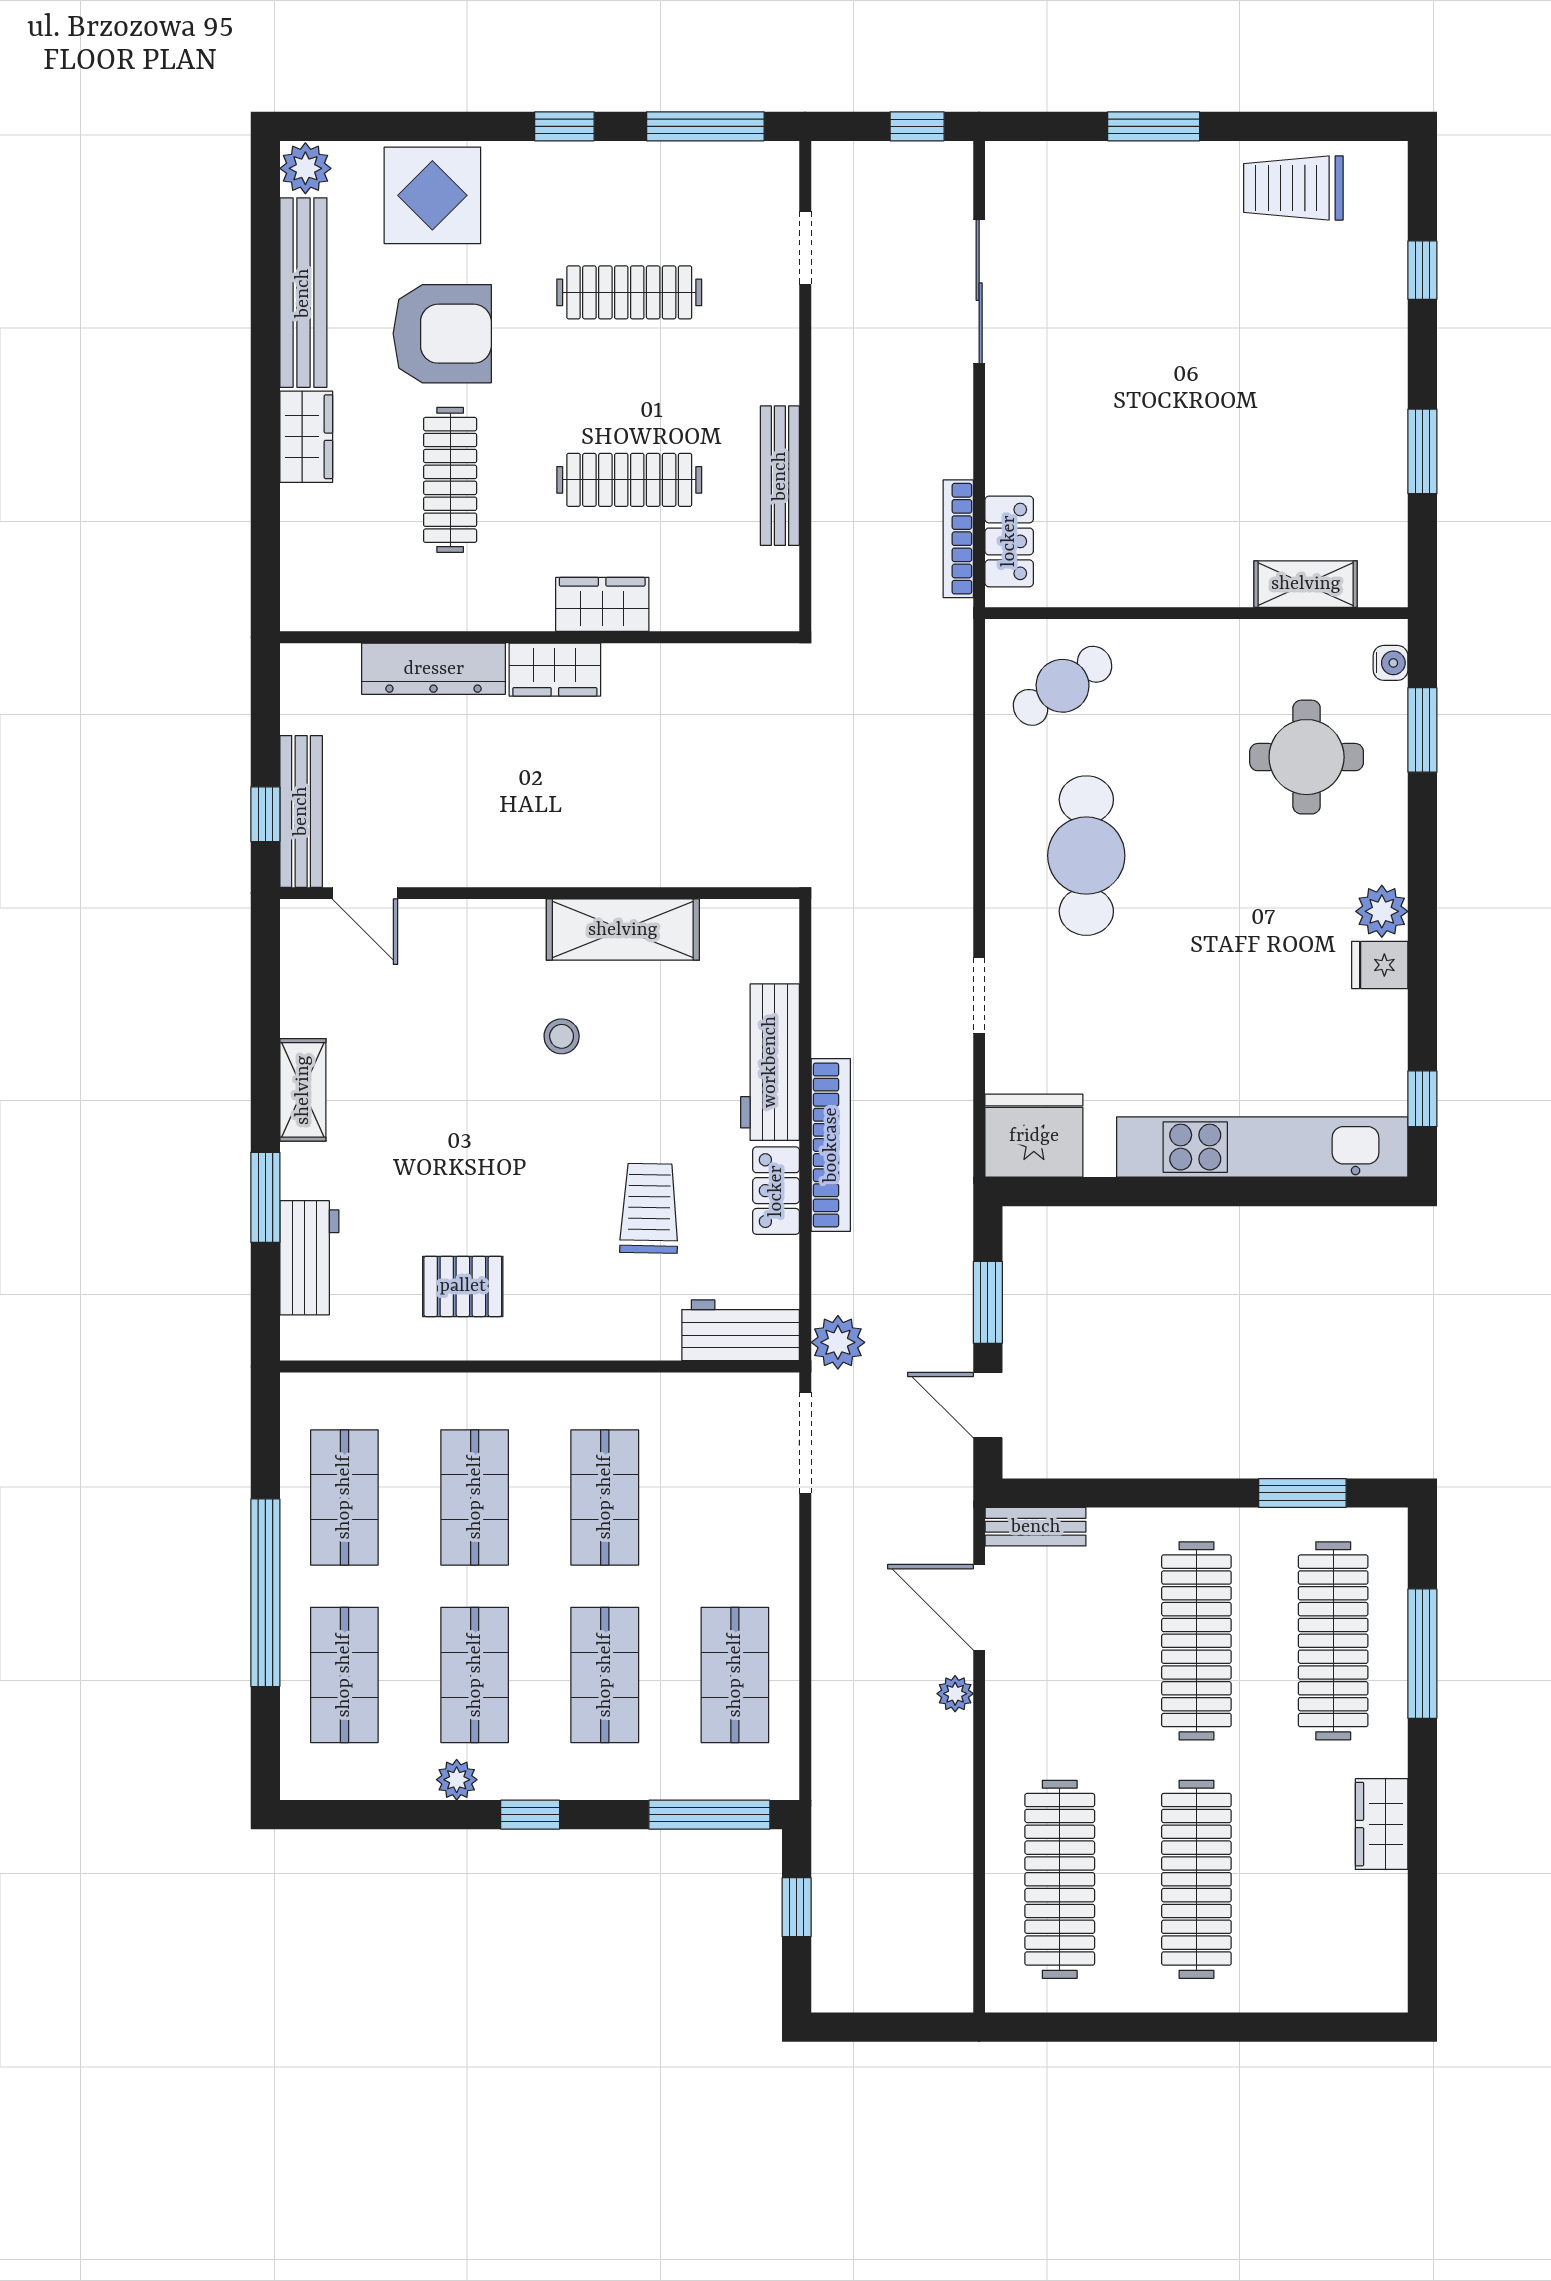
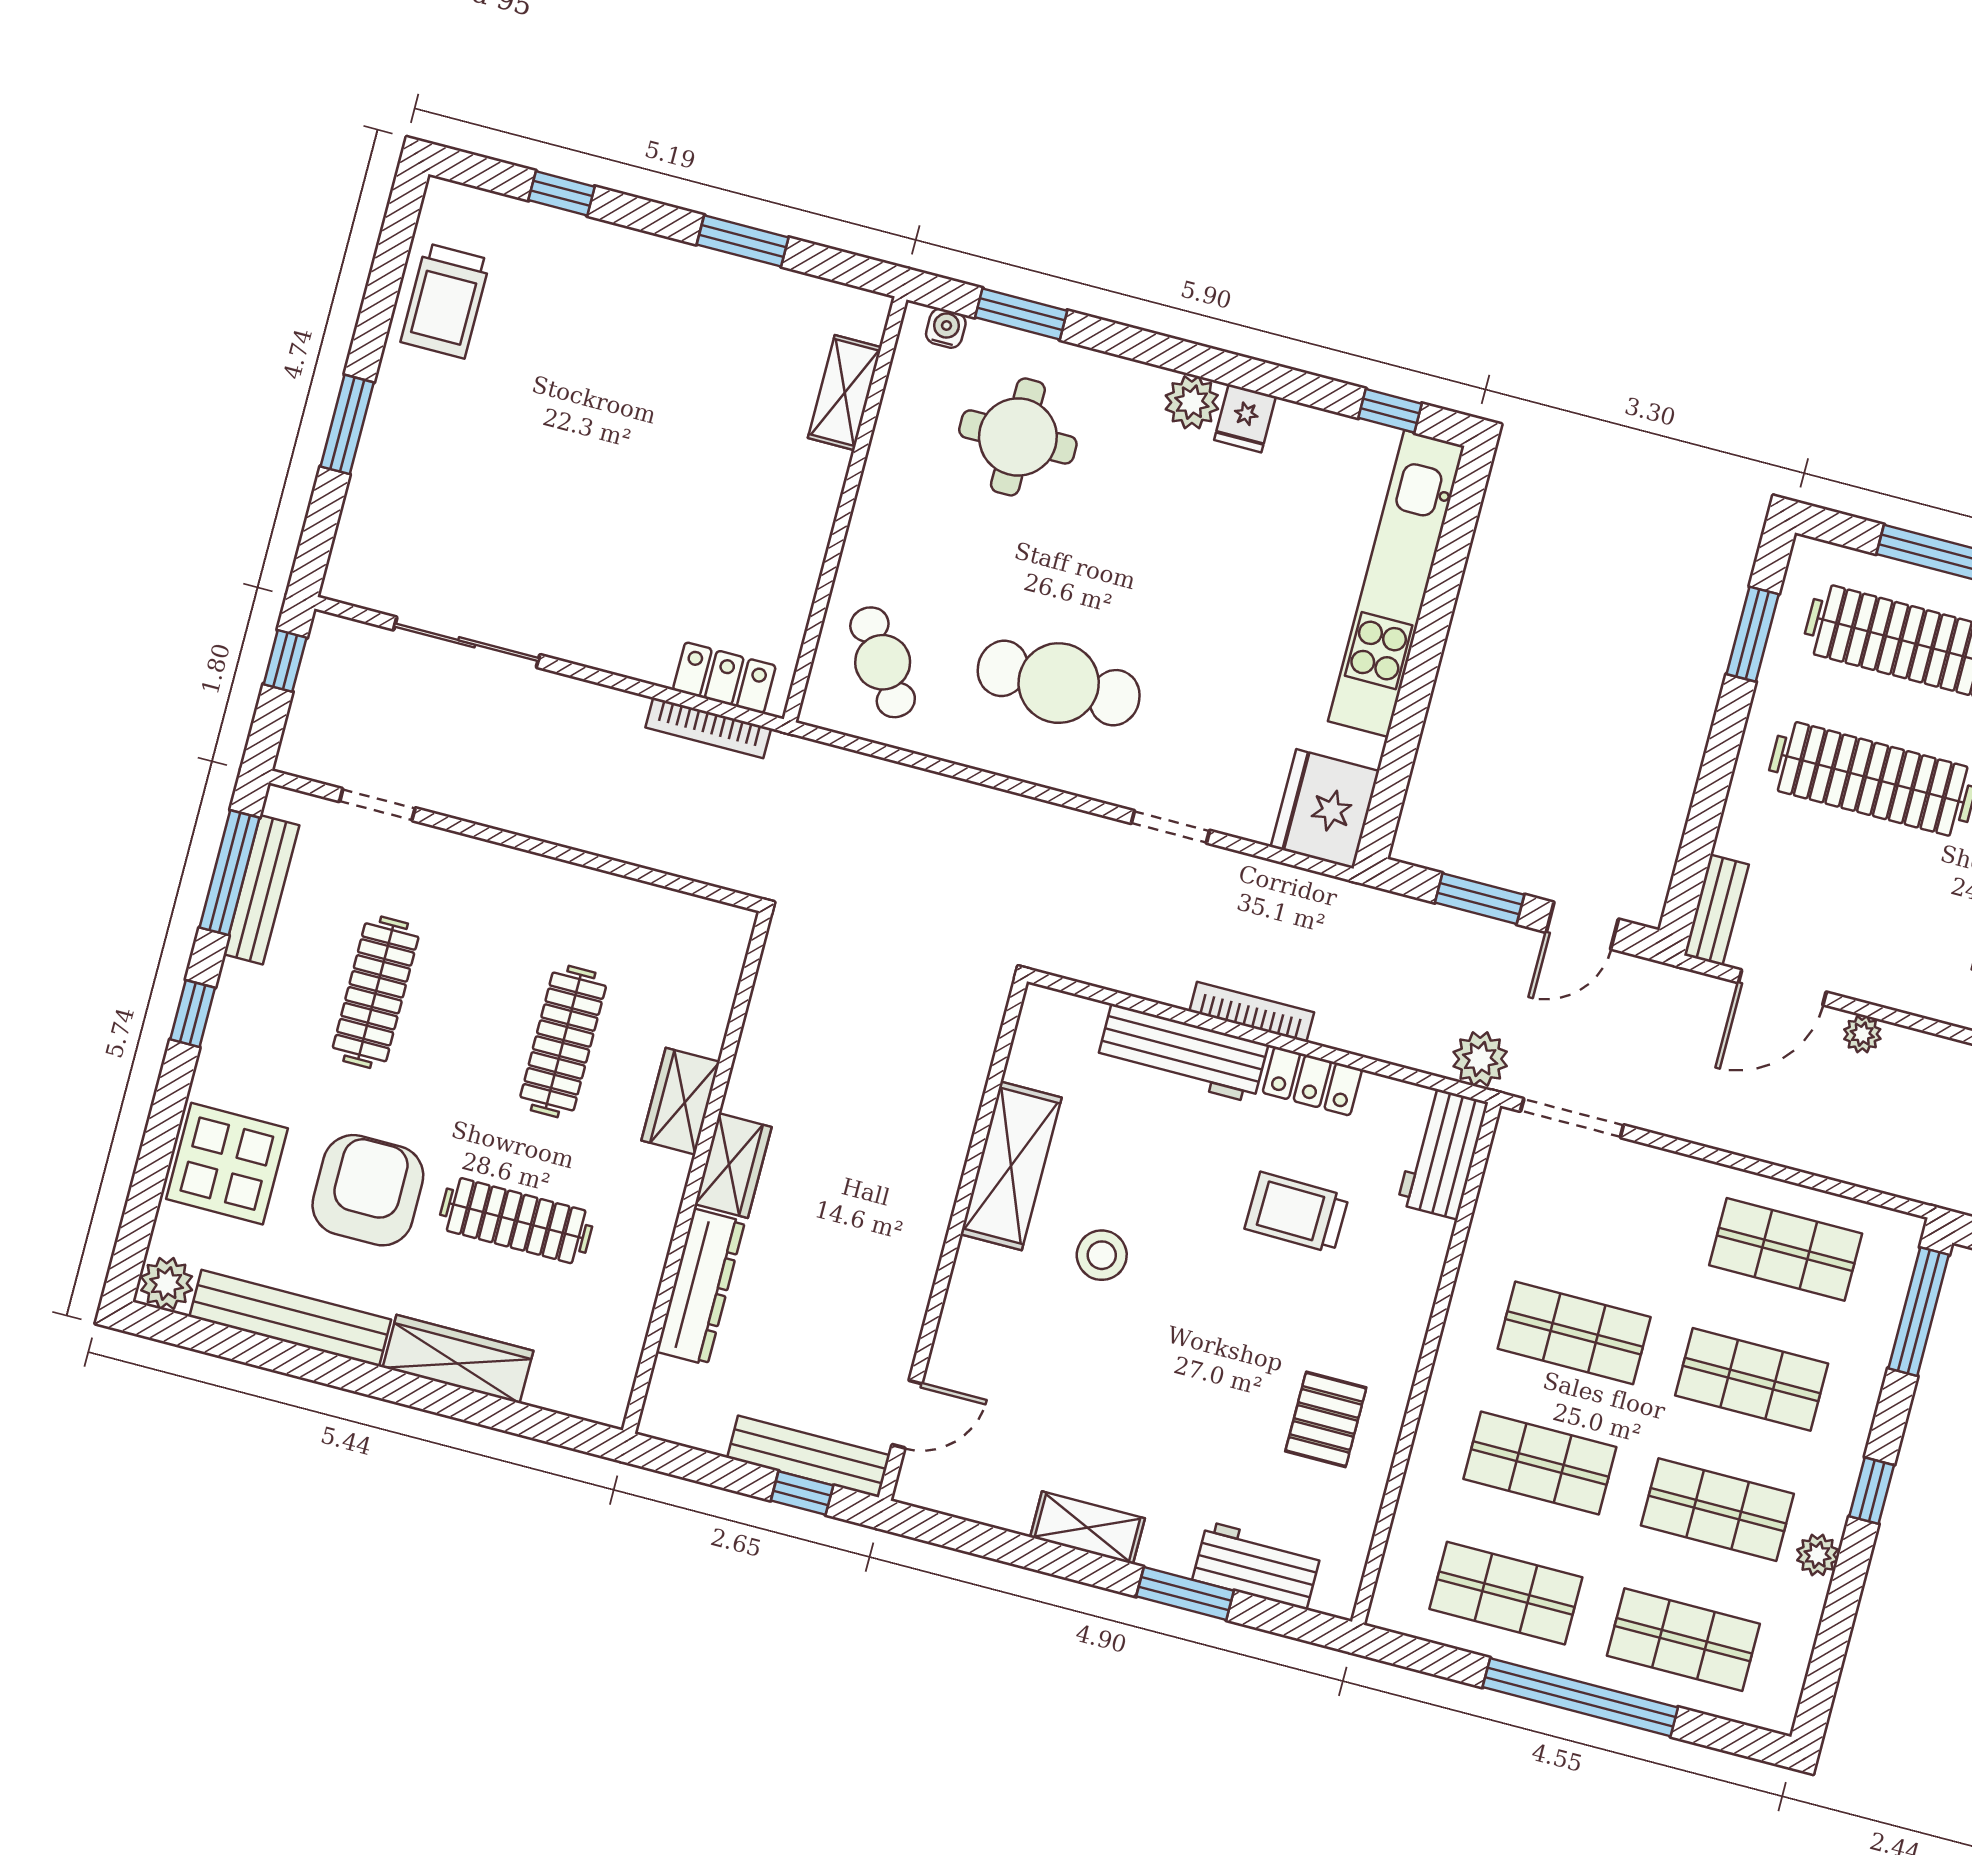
wardrobe: (306, 437) -> (458, 1359), width x1.50
bench: (780, 476) -> (261, 890), moved, turned 90
stool: (562, 1036) -> (1102, 1255), width x1.37, depth x1.37
bookcase: (831, 1145) -> (1252, 1012), width x0.68, depth x0.76

